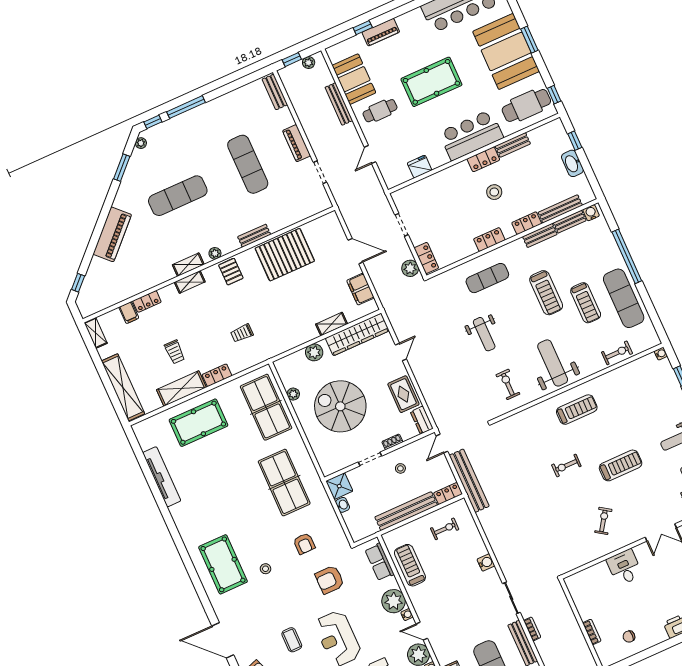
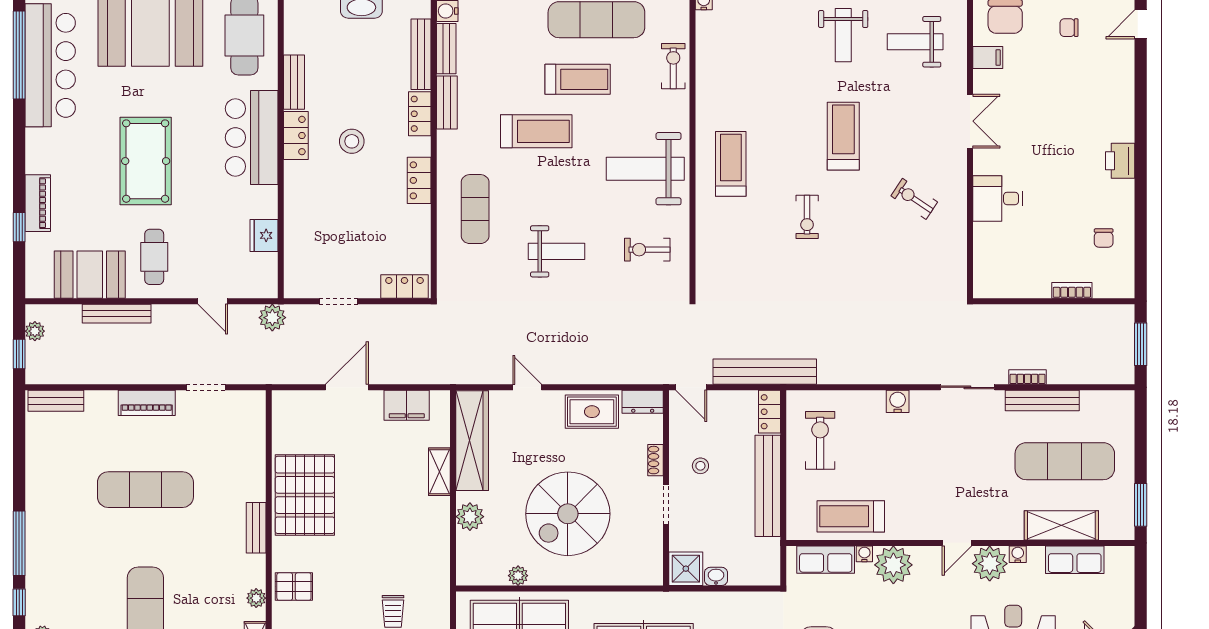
plant: (410, 268) -> (272, 318), moved
exercise bike: (445, 529) -> (820, 440), width x1.38, depth x1.39
water cooler: (407, 615) -> (864, 554), moved

